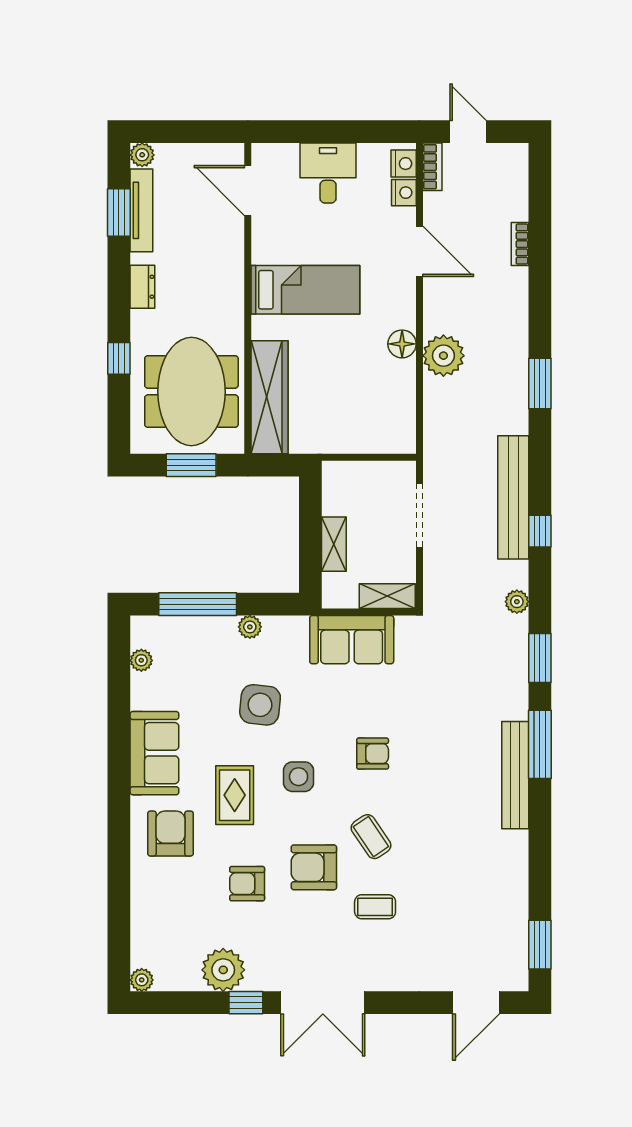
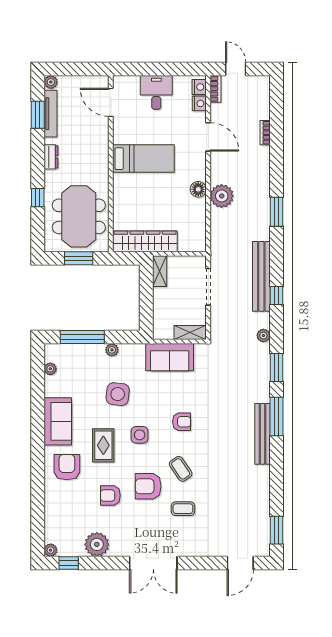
wardrobe: (270, 397) -> (145, 241), moved, turned -90
shelving: (334, 544) -> (160, 271), moved
window: (246, 1003) -> (69, 563), moved

